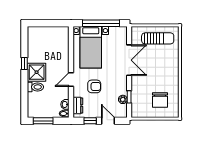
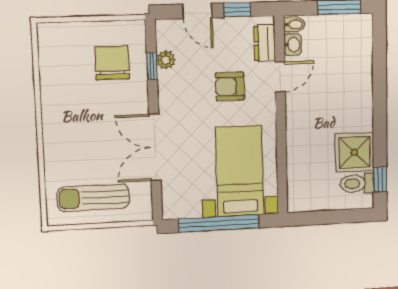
window: (24, 64) -> (380, 179), moved
shower: (37, 72) -> (354, 152), moved
door: (71, 79) -> (280, 77), moved
toilet: (35, 87) -> (357, 183), moved
chair: (160, 100) -> (112, 63), moved

